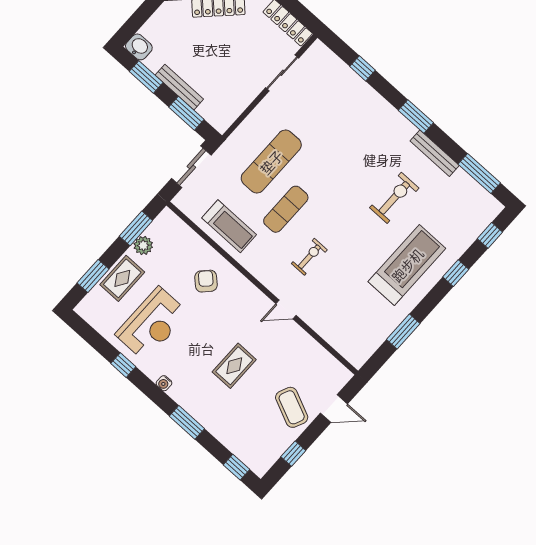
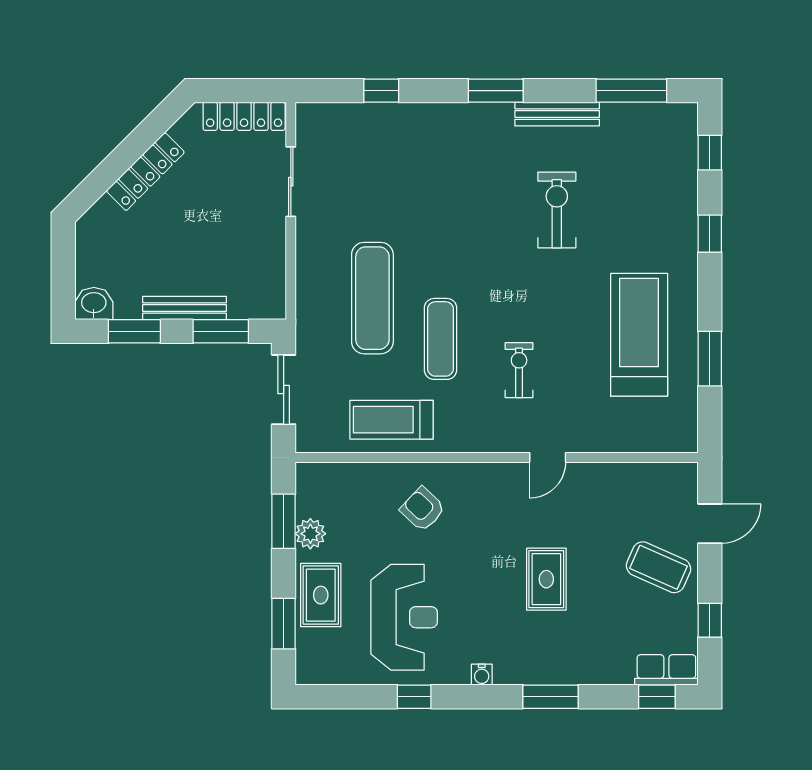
treadmill: (229, 226) -> (392, 420), turned 180
treadmill: (407, 265) -> (639, 335), moved
row of seats: (252, 459) -> (666, 670), added

